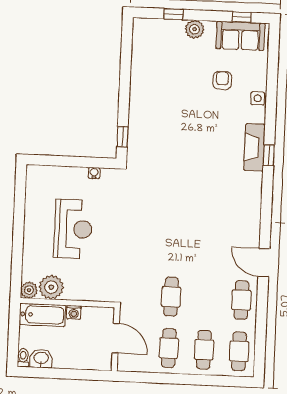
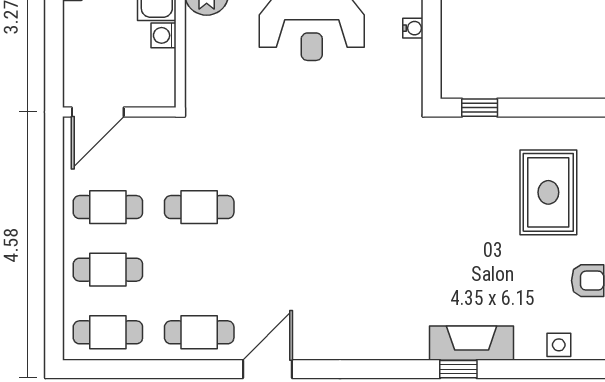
rug: (172, 100) -> (548, 192), added
water cooler: (94, 173) -> (413, 28), moved
door: (116, 338) -> (98, 112), moved

